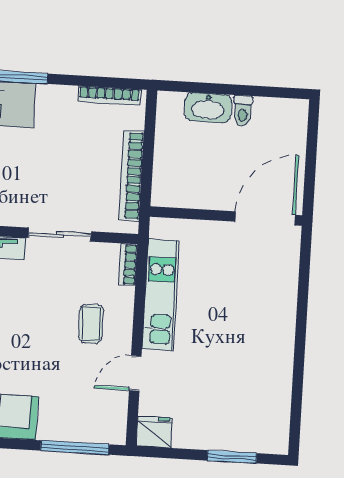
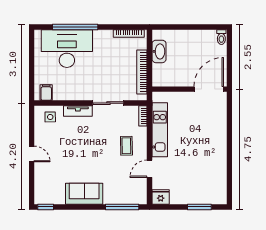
washbasin: (208, 108) -> (159, 51), moved, turned -90
toilet: (243, 111) -> (221, 37), moved

